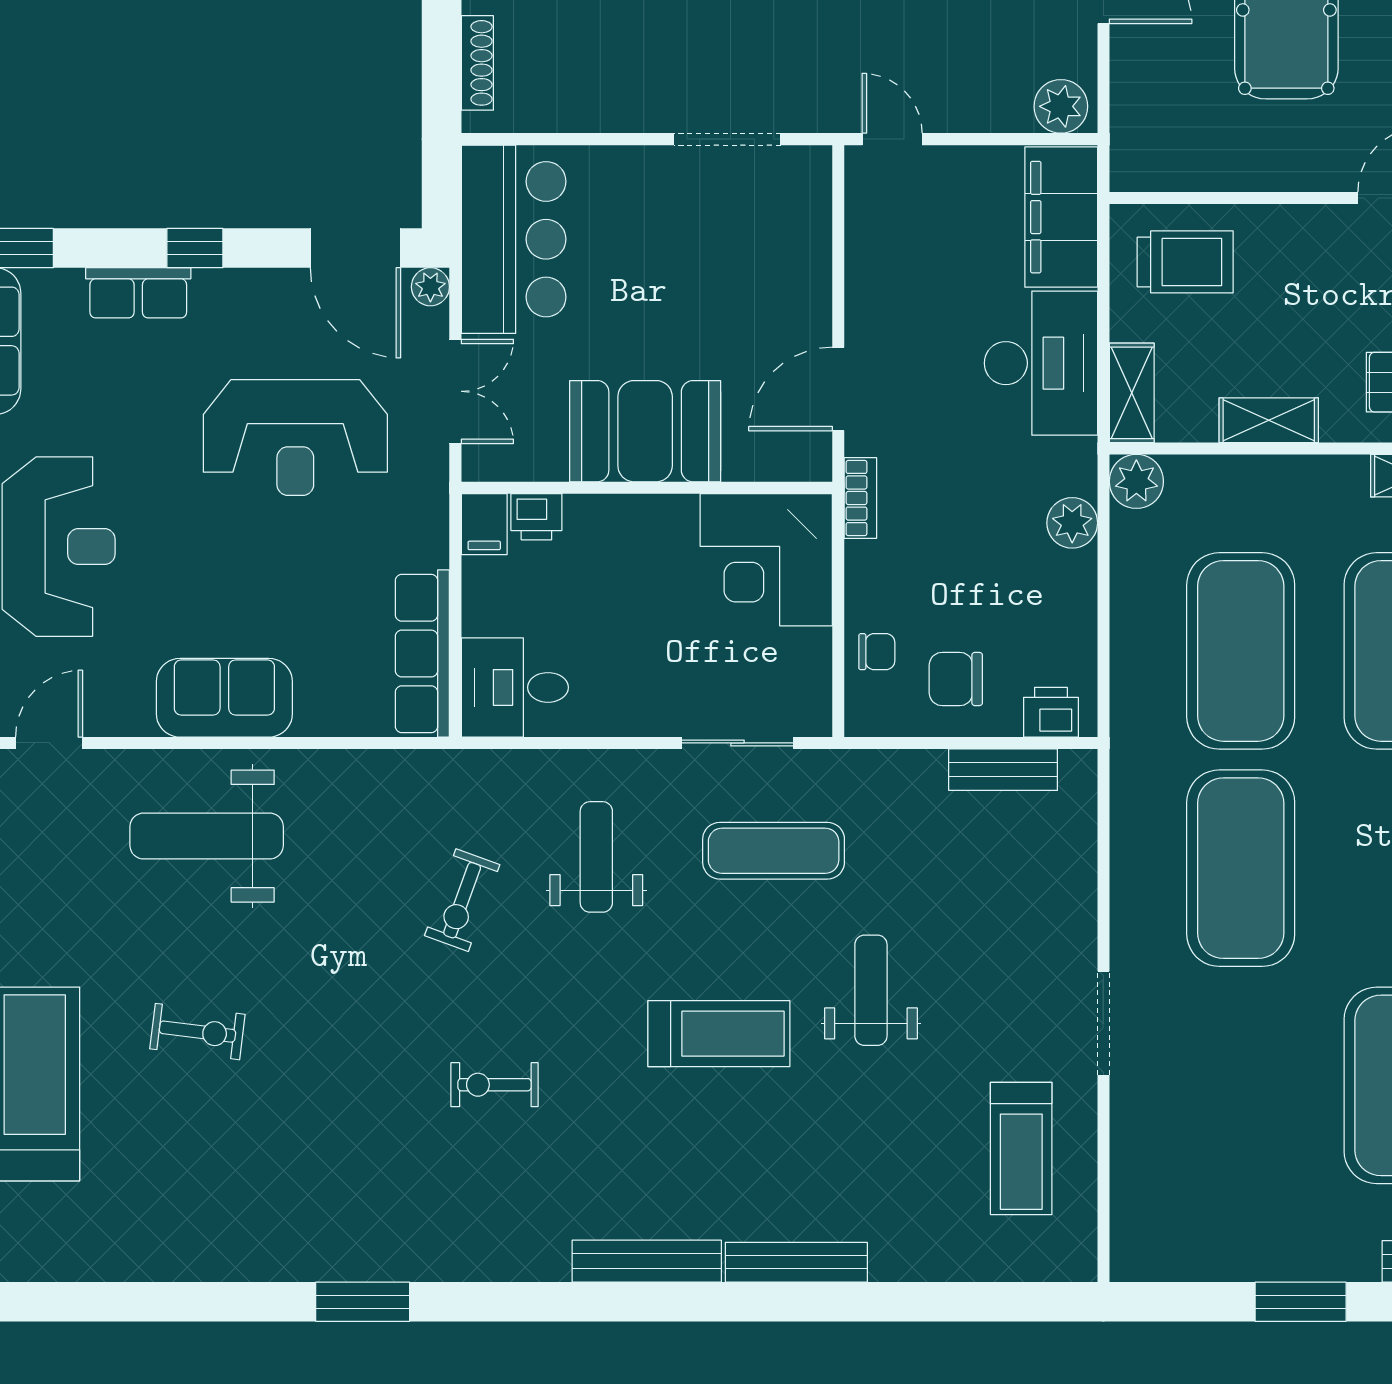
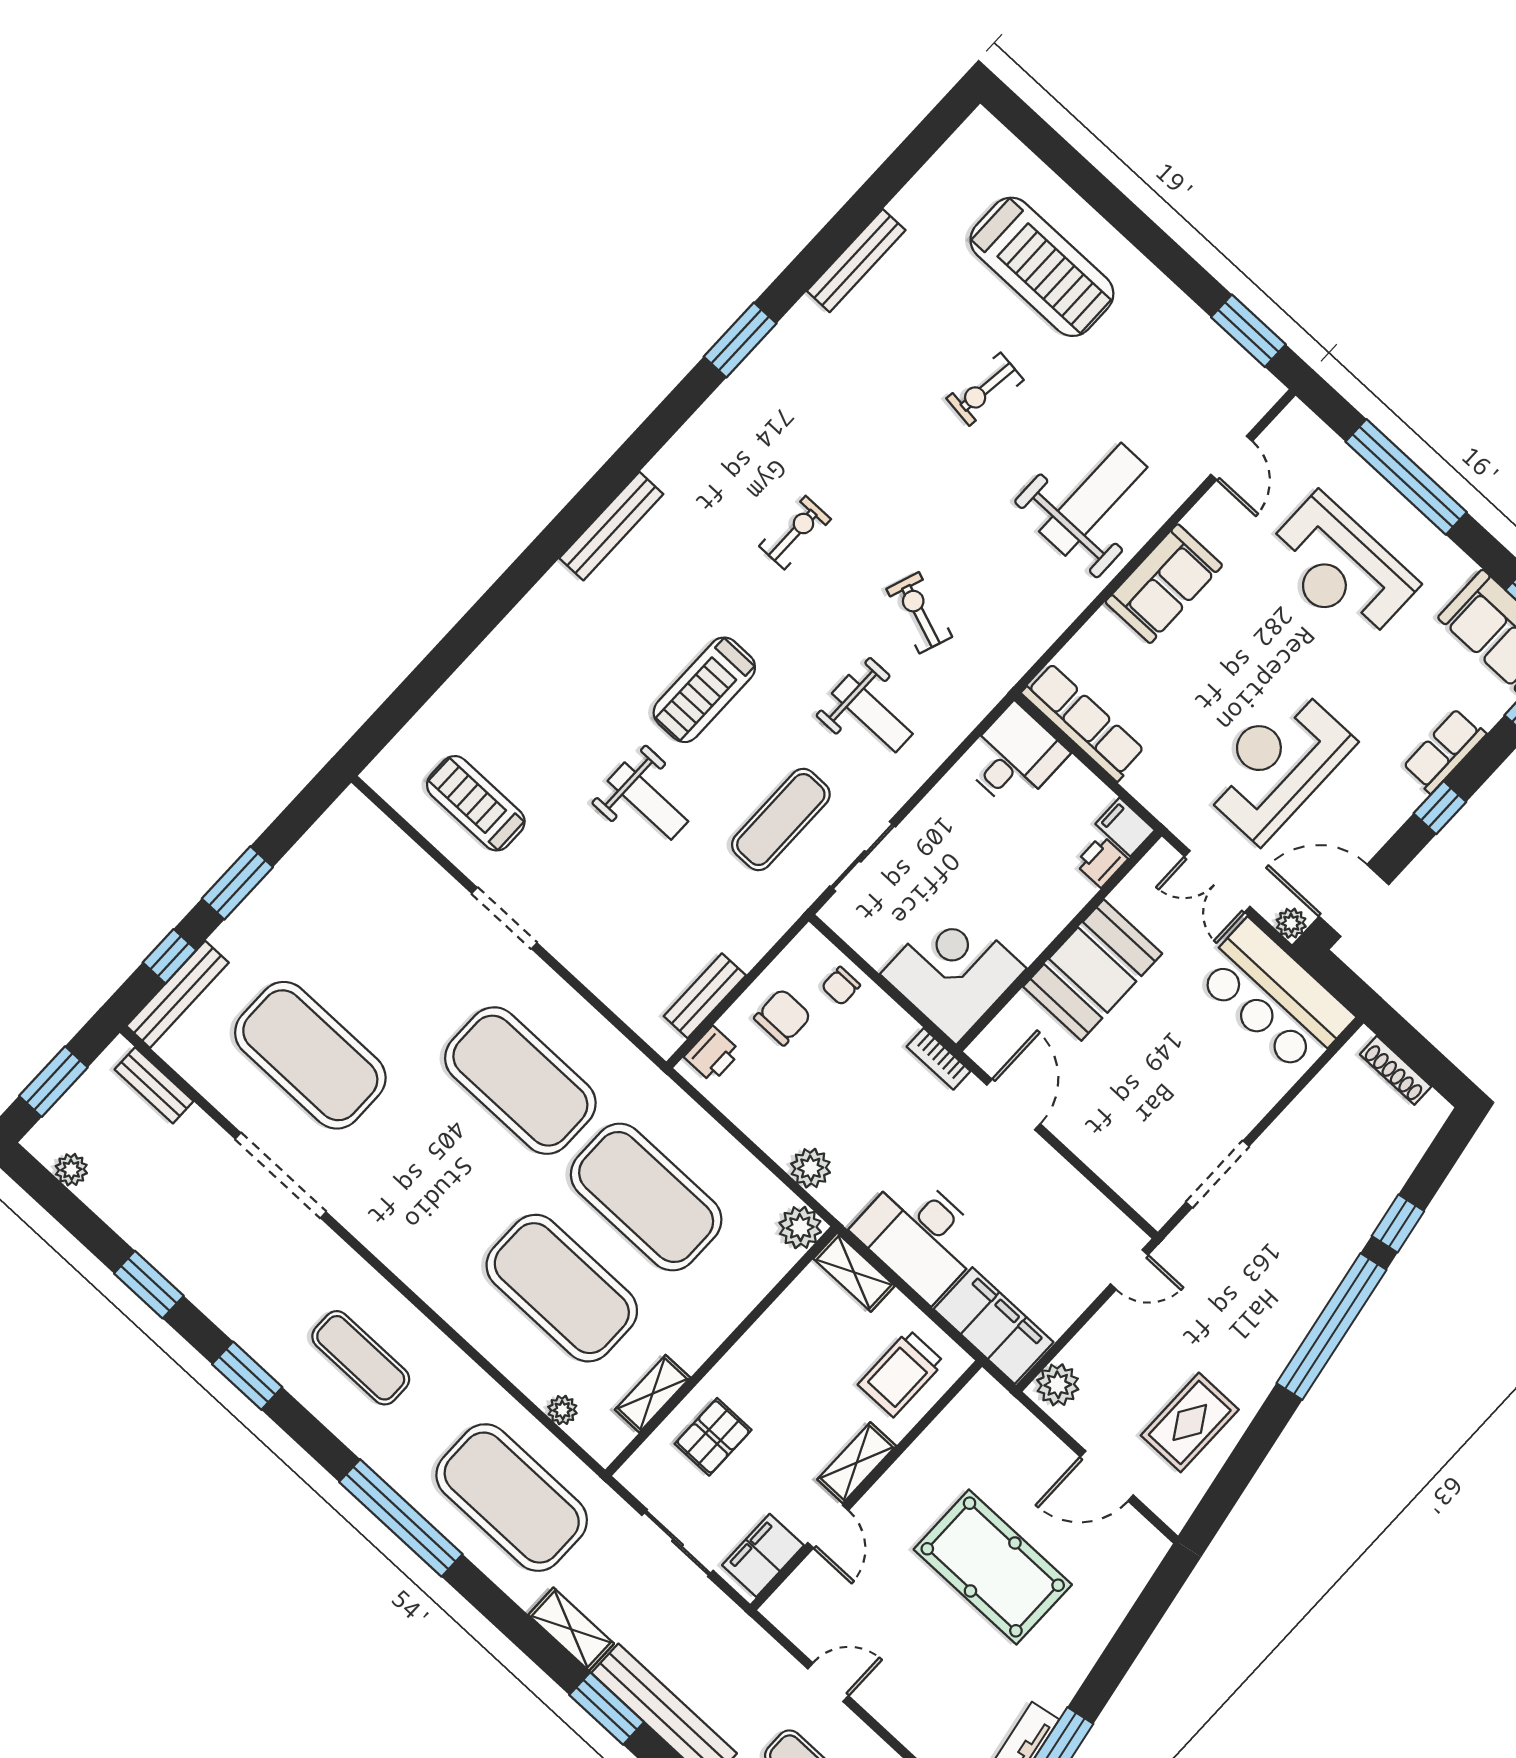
shelving: (1269, 420) -> (857, 1463), moved
bench: (796, 1262) -> (856, 261), moved

